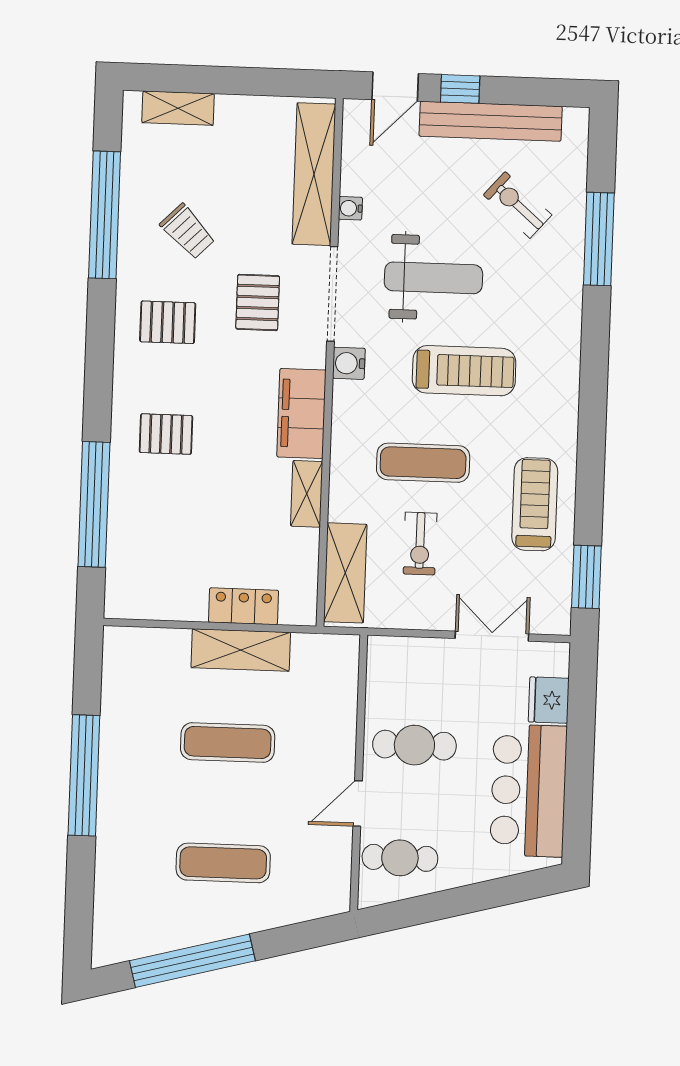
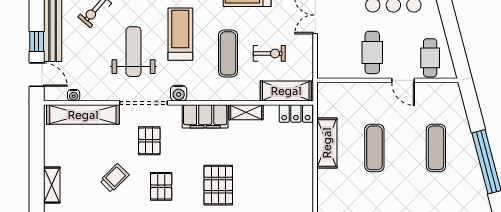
water cooler: (350, 208) -> (74, 95), moved
pallet: (258, 302) -> (149, 141), turned 90
pallet: (166, 434) -> (218, 185), width x1.50, depth x1.42
locker: (243, 606) -> (296, 114), moved, turned -90

